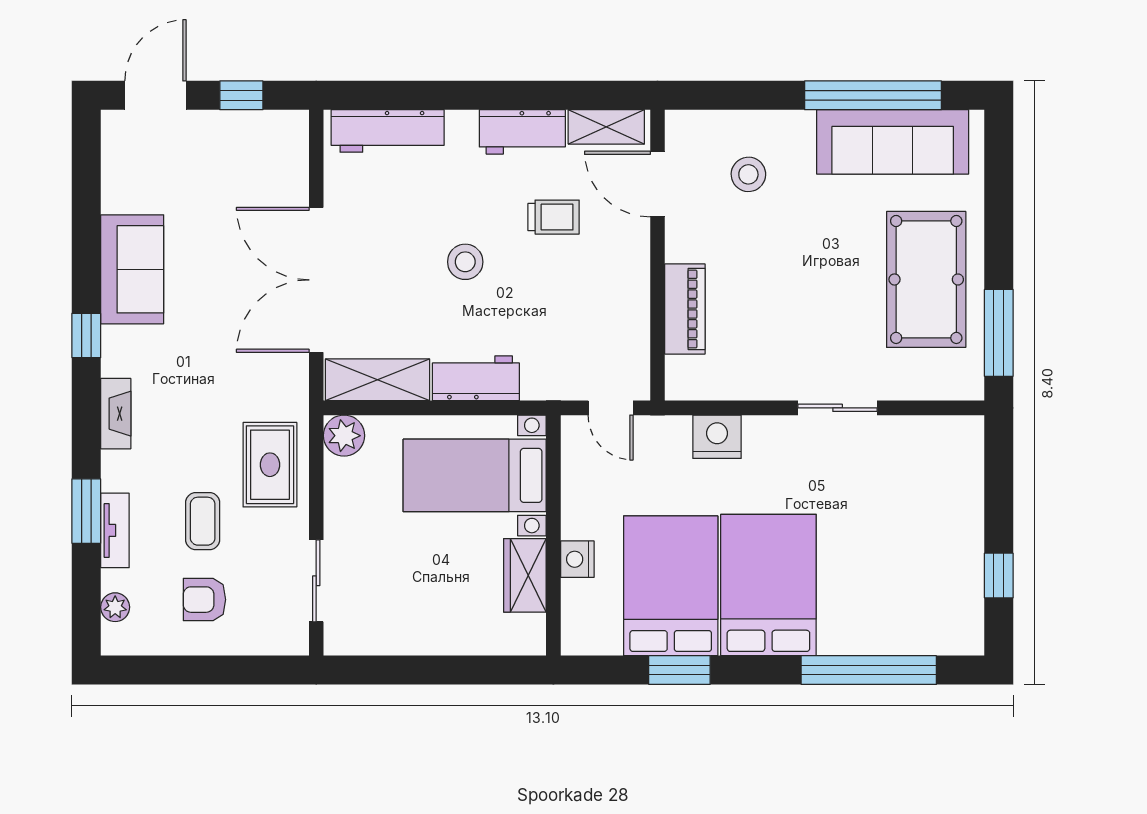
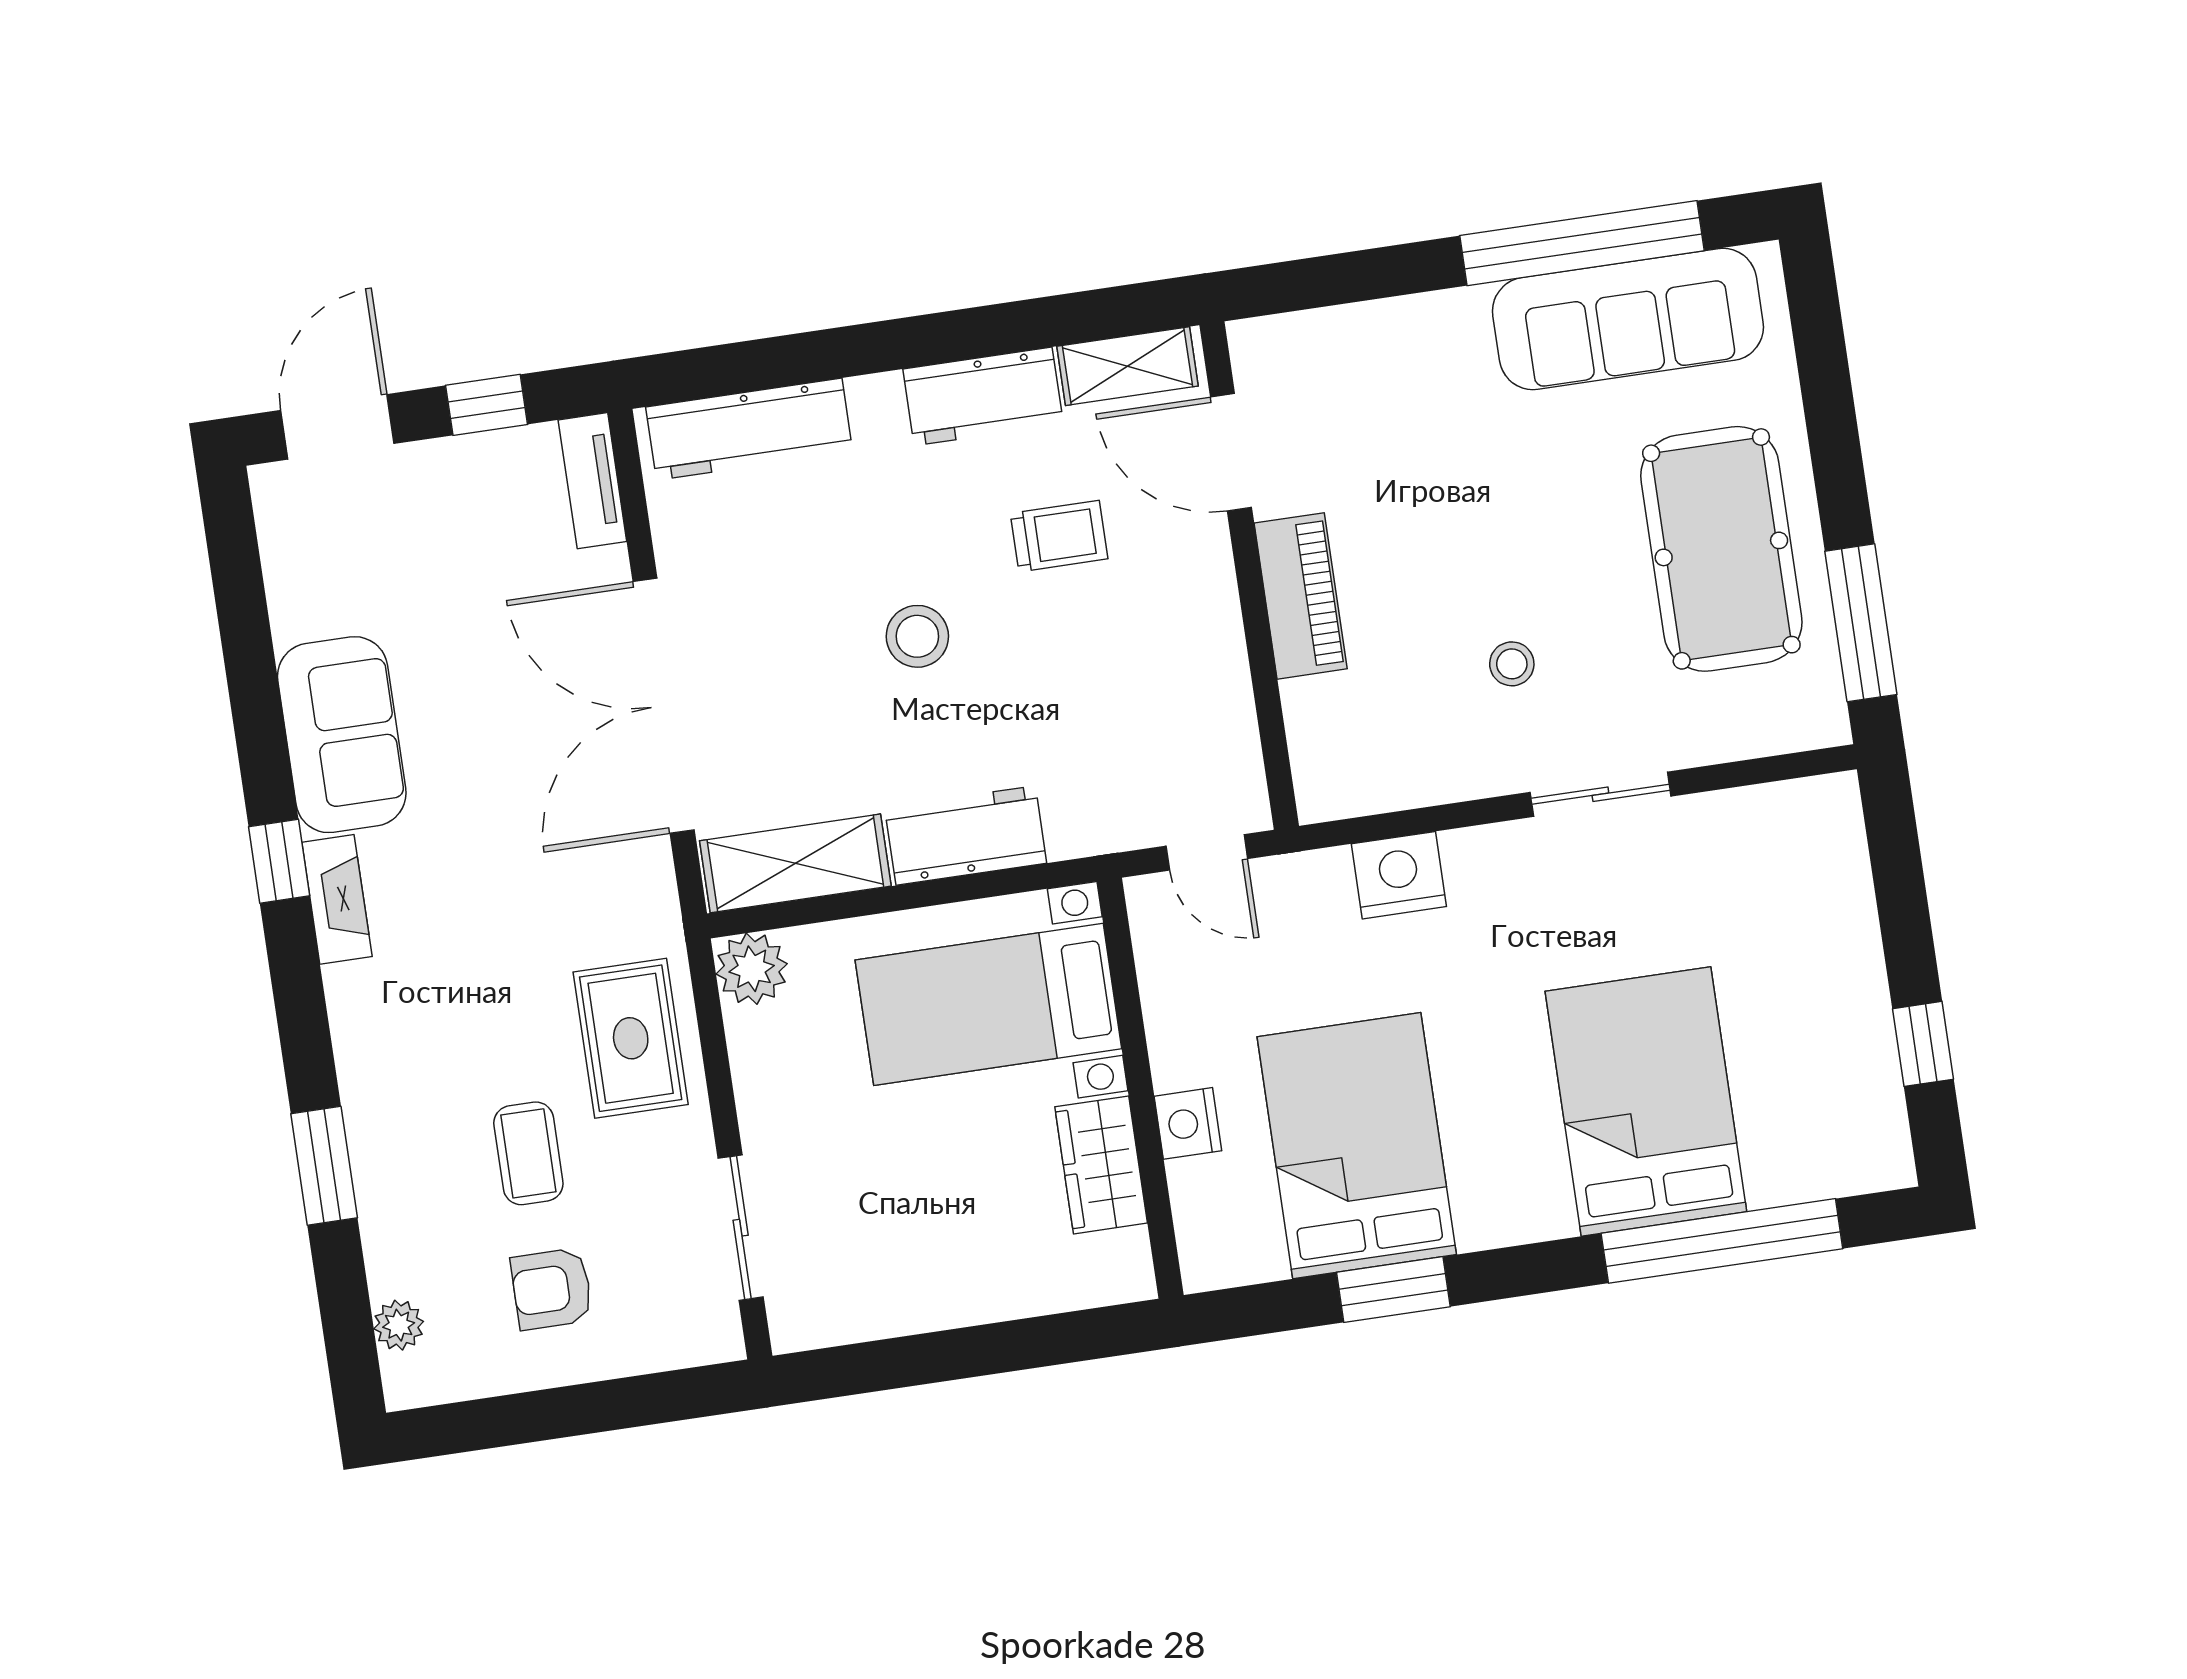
stool: (748, 174) -> (1512, 664), moved, width x0.73, depth x0.73
piano: (685, 309) -> (1301, 596), moved
fireplace: (116, 414) -> (337, 899), moved
tv unit: (115, 530) -> (592, 481), moved, turned 180
bed: (768, 585) -> (1646, 1102), moved

